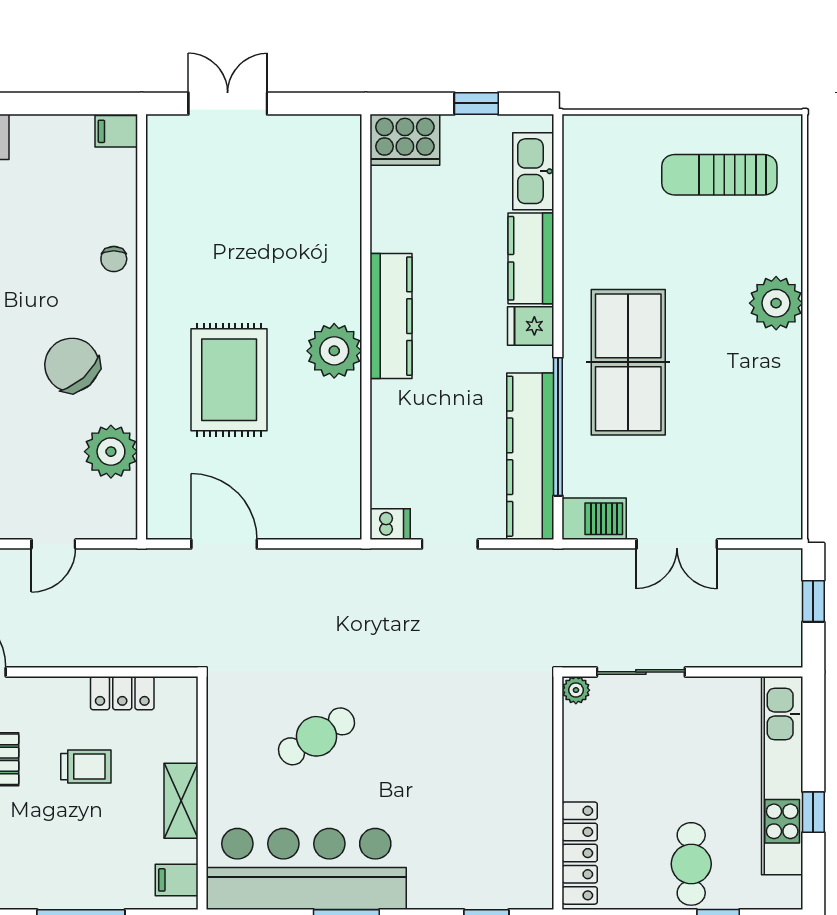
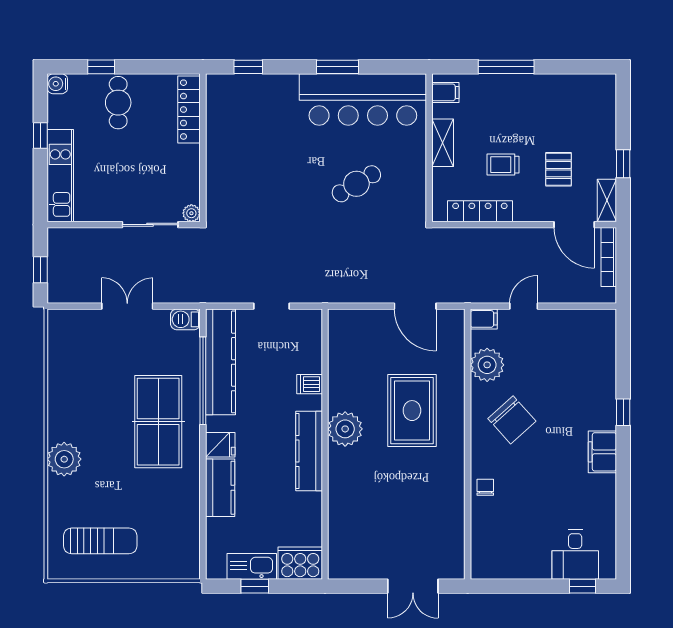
filing cabinet: (116, 131) -> (484, 319), moved
kitchen sink: (533, 171) -> (252, 566), moved, turned -90
barbecue: (594, 519) -> (185, 319), width x0.73, depth x0.79
dishwasher: (390, 524) -> (310, 384), moved
locker: (122, 693) -> (480, 211), width x1.53
kitchen unit: (782, 776) -> (60, 176), width x0.73
water cooler: (787, 894) -> (57, 84), added

